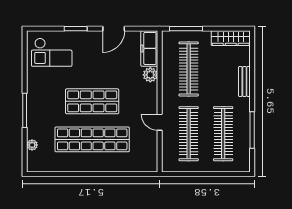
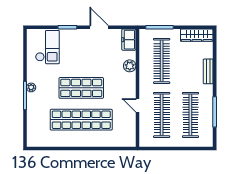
door: (114, 29) -> (99, 27), swing flipped
freezer: (149, 48) -> (129, 40), width x0.71
checkout: (52, 52) -> (47, 47), turned -90
plant: (32, 145) -> (31, 87), moved

